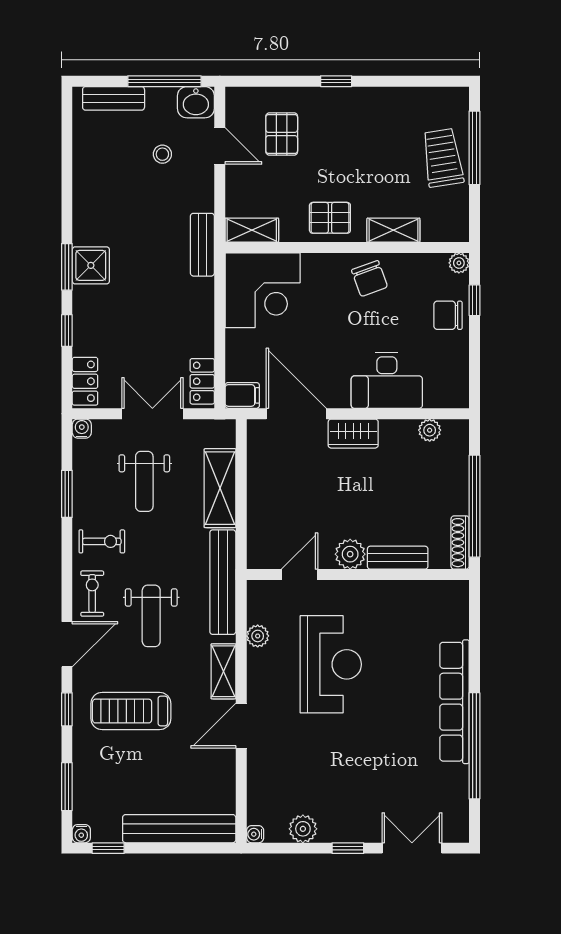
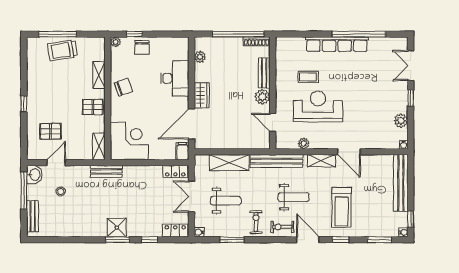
pallet: (330, 218) -> (93, 107), turned 90
coffee table: (389, 645) -> (308, 77), added

